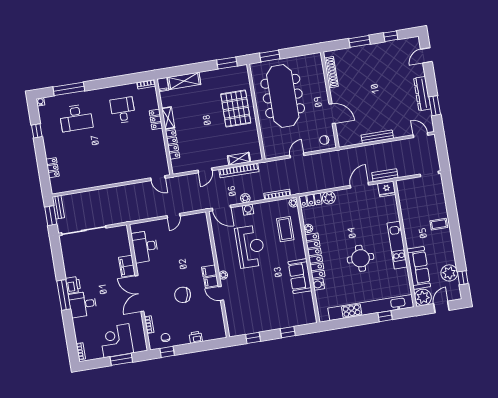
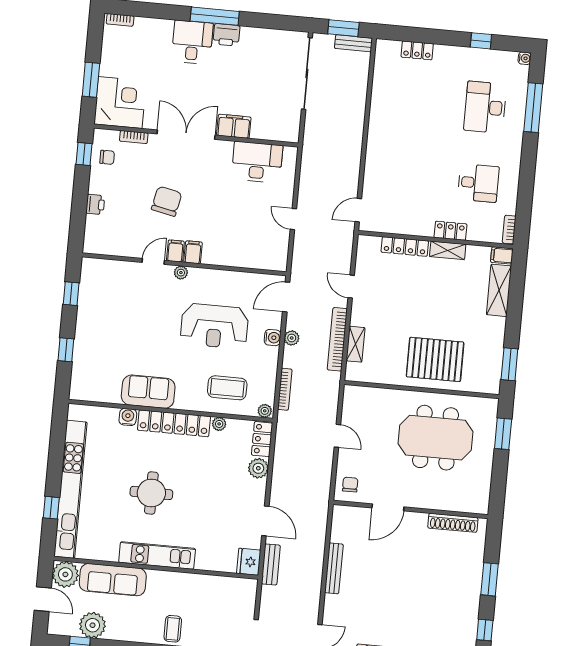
meeting table: (283, 96) -> (435, 438), width x0.73
corner desk: (116, 341) -> (120, 103), moved

